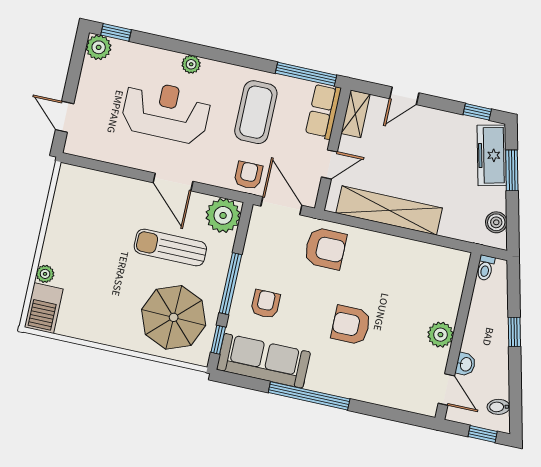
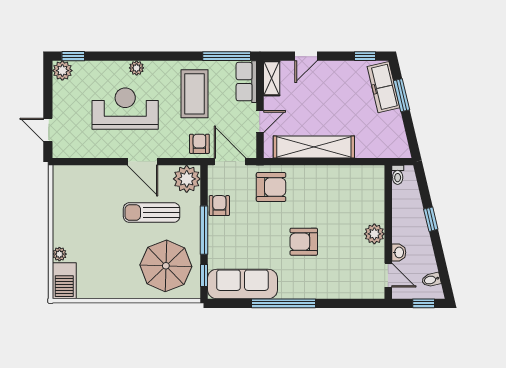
boiler: (496, 222) -> (398, 138), removed
armchair: (265, 304) -> (219, 206), moved

